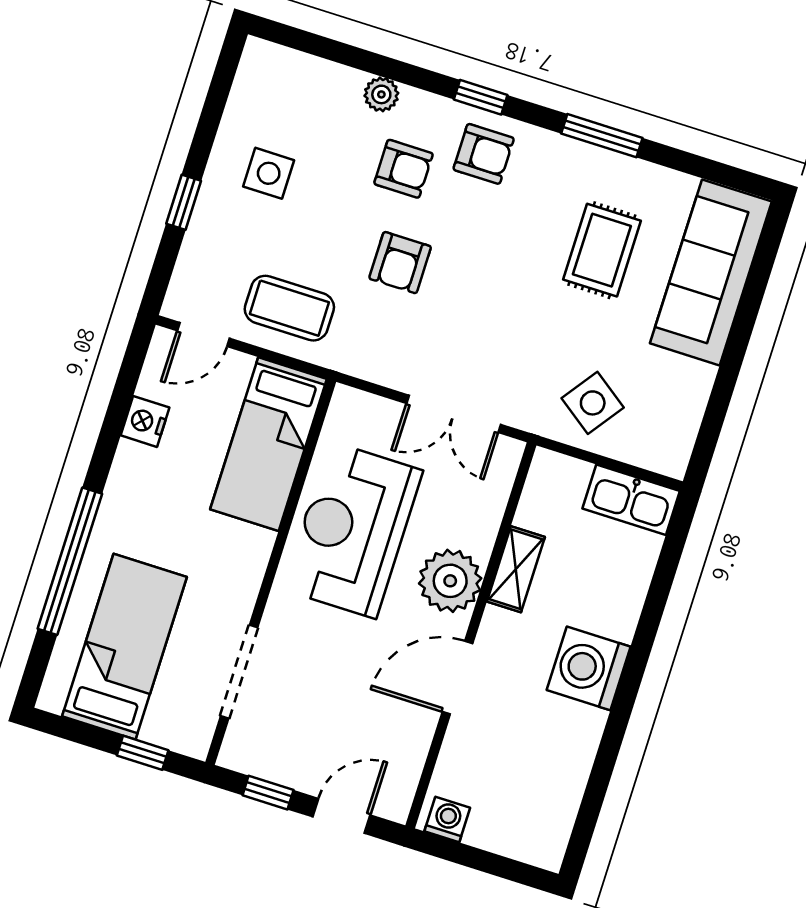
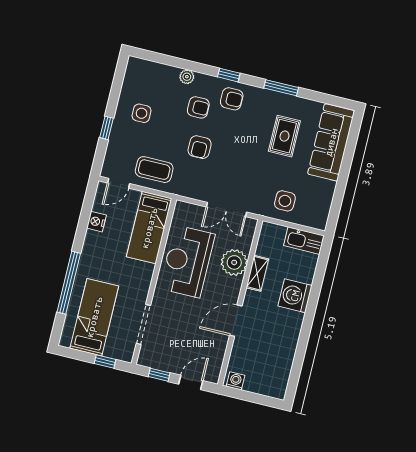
side table: (593, 403) -> (285, 201), turned -36
plant: (450, 581) -> (234, 262), moved
washing machine: (589, 668) -> (295, 296), moved

